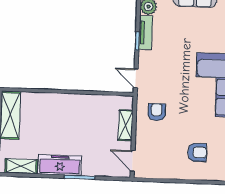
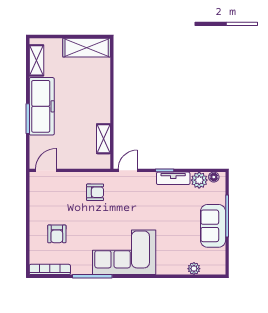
shelving: (126, 125) -> (103, 139), moved, turned 90
freezer: (60, 165) -> (42, 106), width x1.36, depth x1.26

